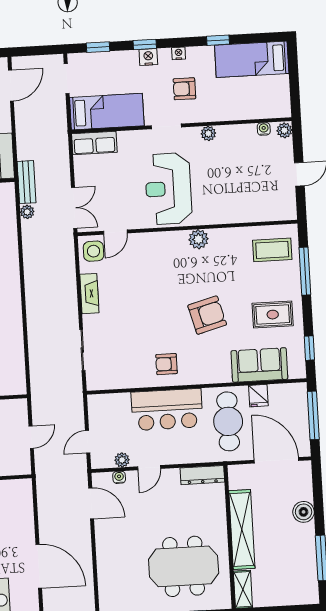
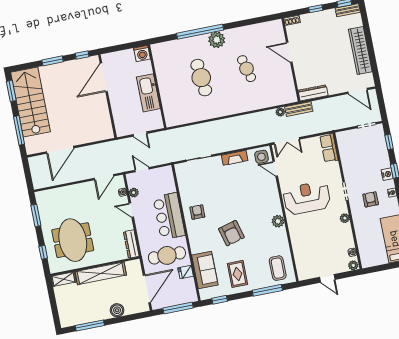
bed: (107, 112) -> (350, 153), removed

